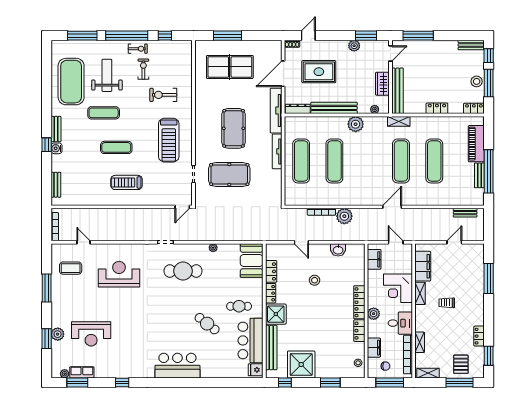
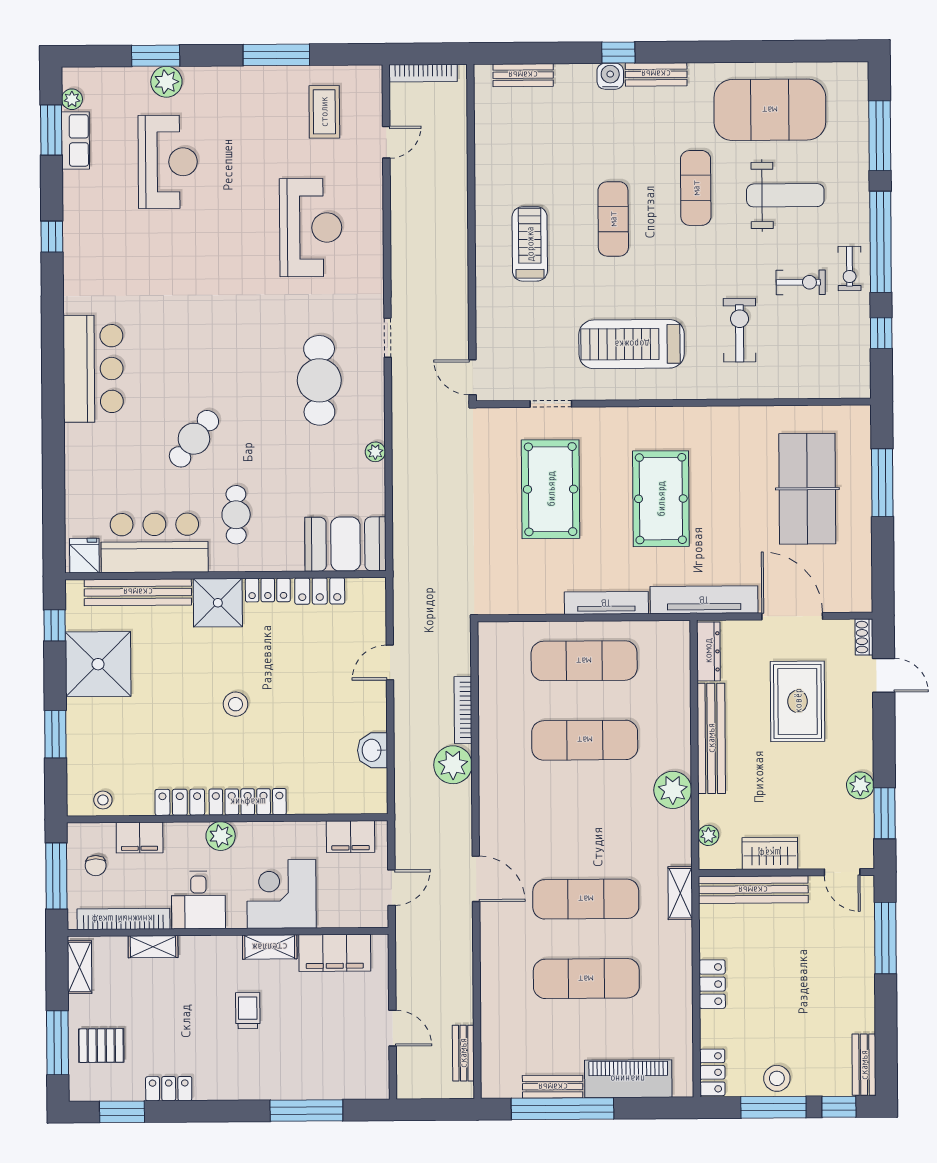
pool table: (234, 128) -> (661, 499), turned 90
stool: (315, 280) -> (236, 704), moved
reception desk: (91, 334) -> (168, 162), turned 180

